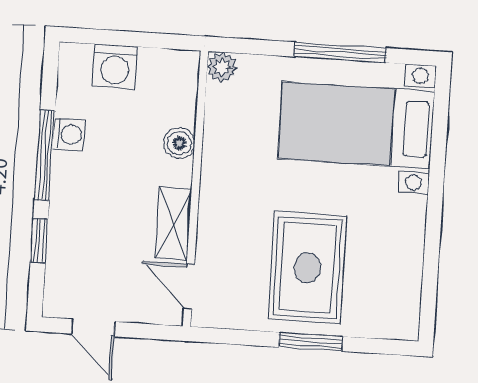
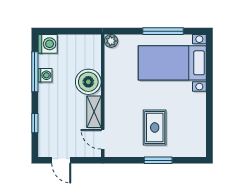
washing machine: (115, 67) -> (48, 44), moved, turned -90
boiler: (179, 143) -> (88, 82), width x1.86, depth x1.86
window: (45, 155) -> (35, 72), moved
rug: (307, 268) -> (155, 127), width x0.73, depth x0.70

